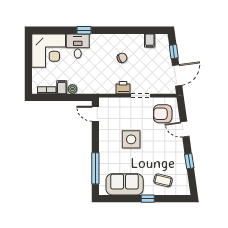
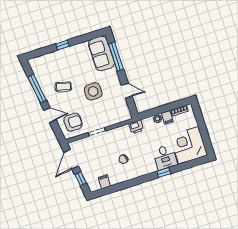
printer: (123, 88) -> (136, 127), moved
door: (95, 114) -> (127, 91), moved
window: (189, 161) -> (37, 89), width x2.17
coffee table: (163, 180) -> (63, 87), moved
sofa: (125, 184) -> (101, 54), moved, turned 90

